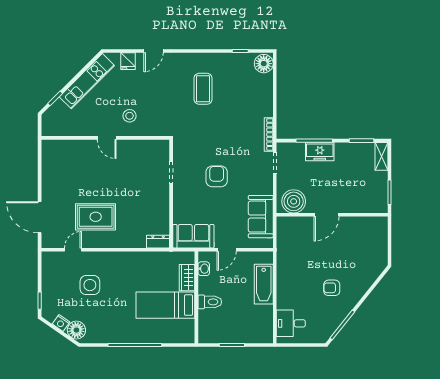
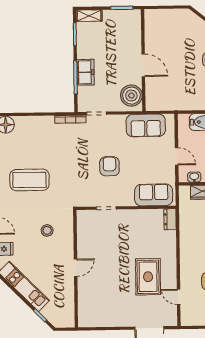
coffee table: (203, 89) -> (29, 180), width x1.36, depth x1.32
stool: (130, 116) -> (47, 230), moved
armchair: (217, 176) -> (109, 166), turned 90
sofa: (193, 236) -> (154, 195), moved, turned 90

